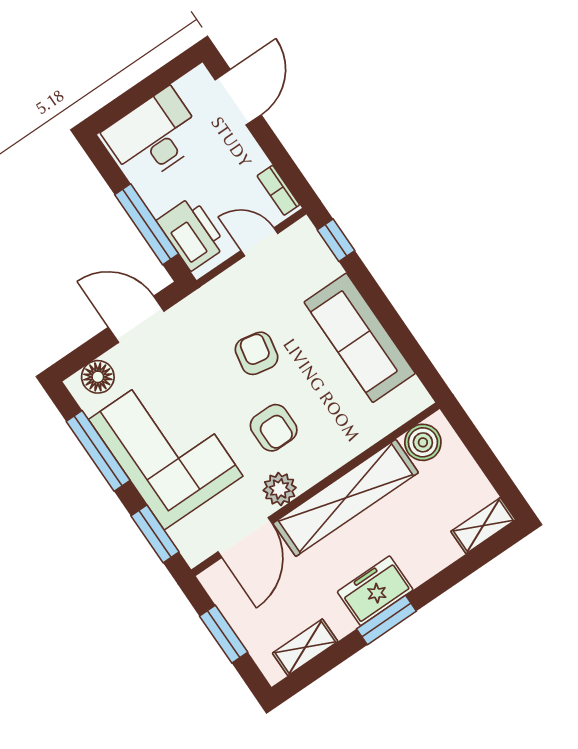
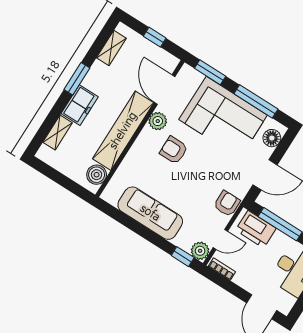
plant: (302, 237) -> (200, 251), added
armchair: (256, 353) -> (227, 204), moved, turned -101
shelving: (483, 526) -> (58, 133), moved
freezer: (375, 591) -> (80, 105), moved
window: (224, 634) -> (155, 37), width x0.67

